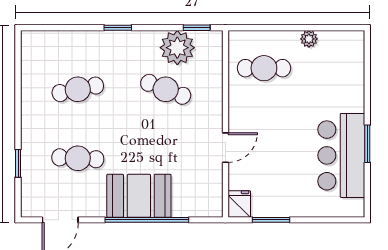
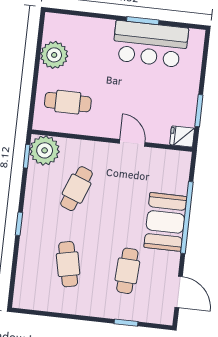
plant: (309, 39) -> (54, 55), width x1.88, depth x1.88
plant: (177, 48) -> (45, 150), moved
cafe table: (264, 68) -> (68, 102), turned 90

